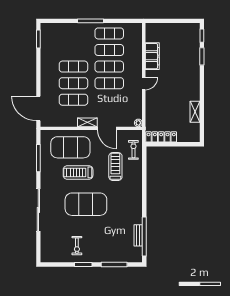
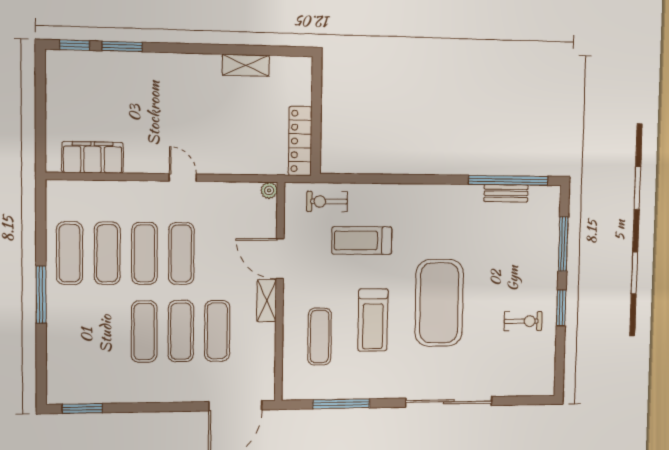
filing cabinet: (152, 56) -> (93, 157), moved
door: (107, 128) -> (280, 259), swing flipped
exercise mat: (70, 147) -> (320, 337), width x0.50, depth x0.69

